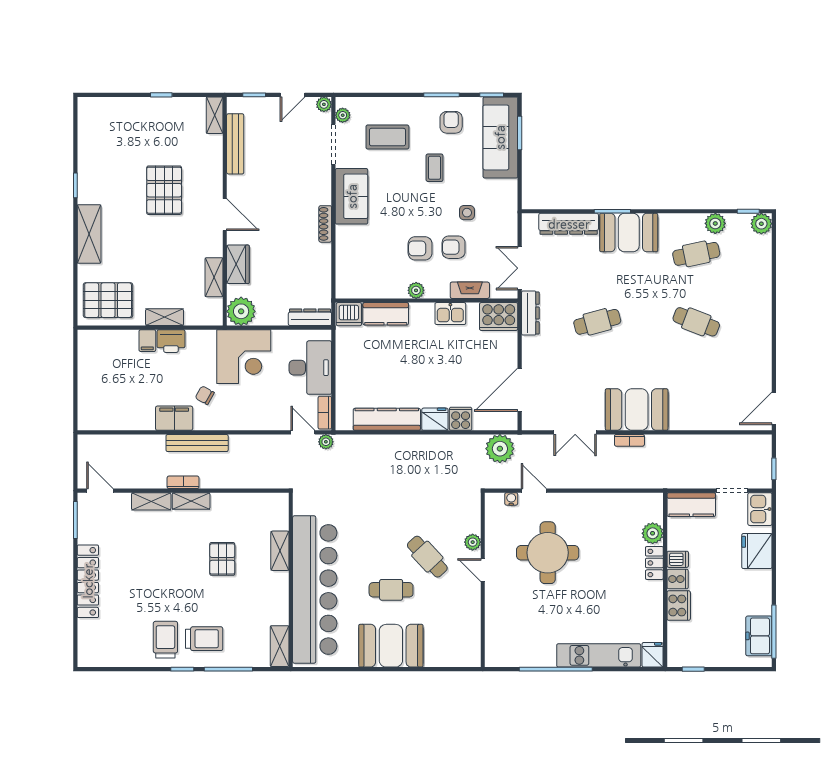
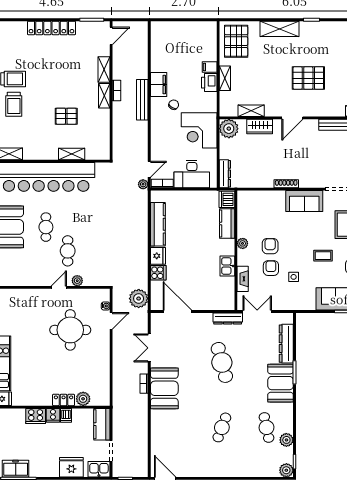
cooker: (499, 316) -> (225, 298), removed
cafe table: (597, 322) -> (222, 362), width x1.37, depth x1.35
cafe table: (427, 557) -> (68, 251), turned -47

